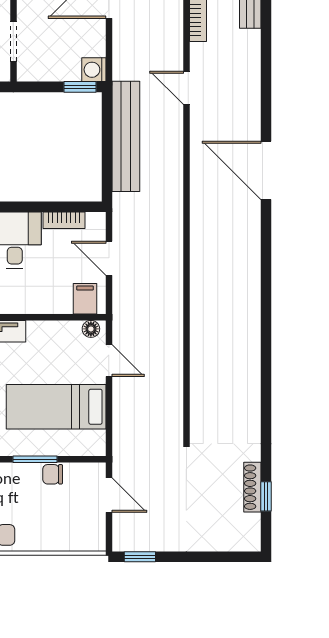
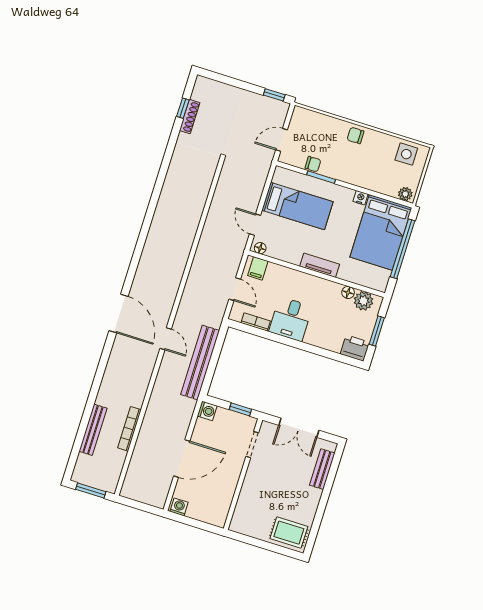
window: (80, 87) -> (240, 409), moved
door: (186, 88) -> (166, 339), moved
door: (109, 495) -> (282, 140), hinge flipped

